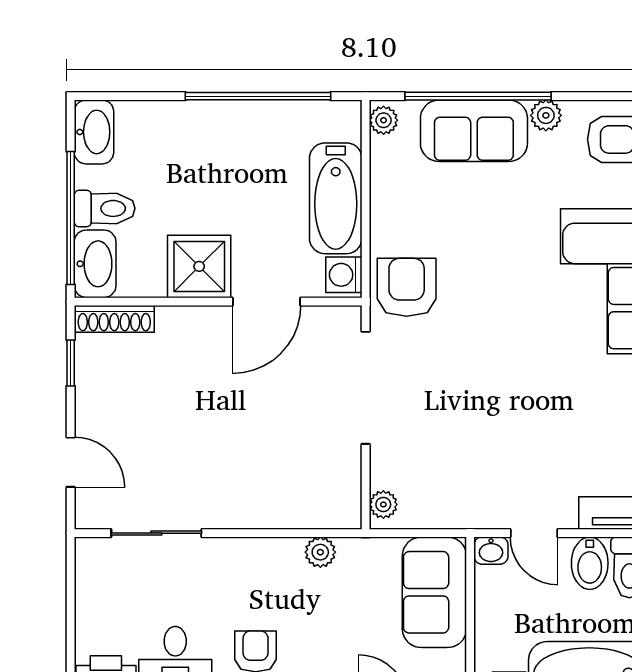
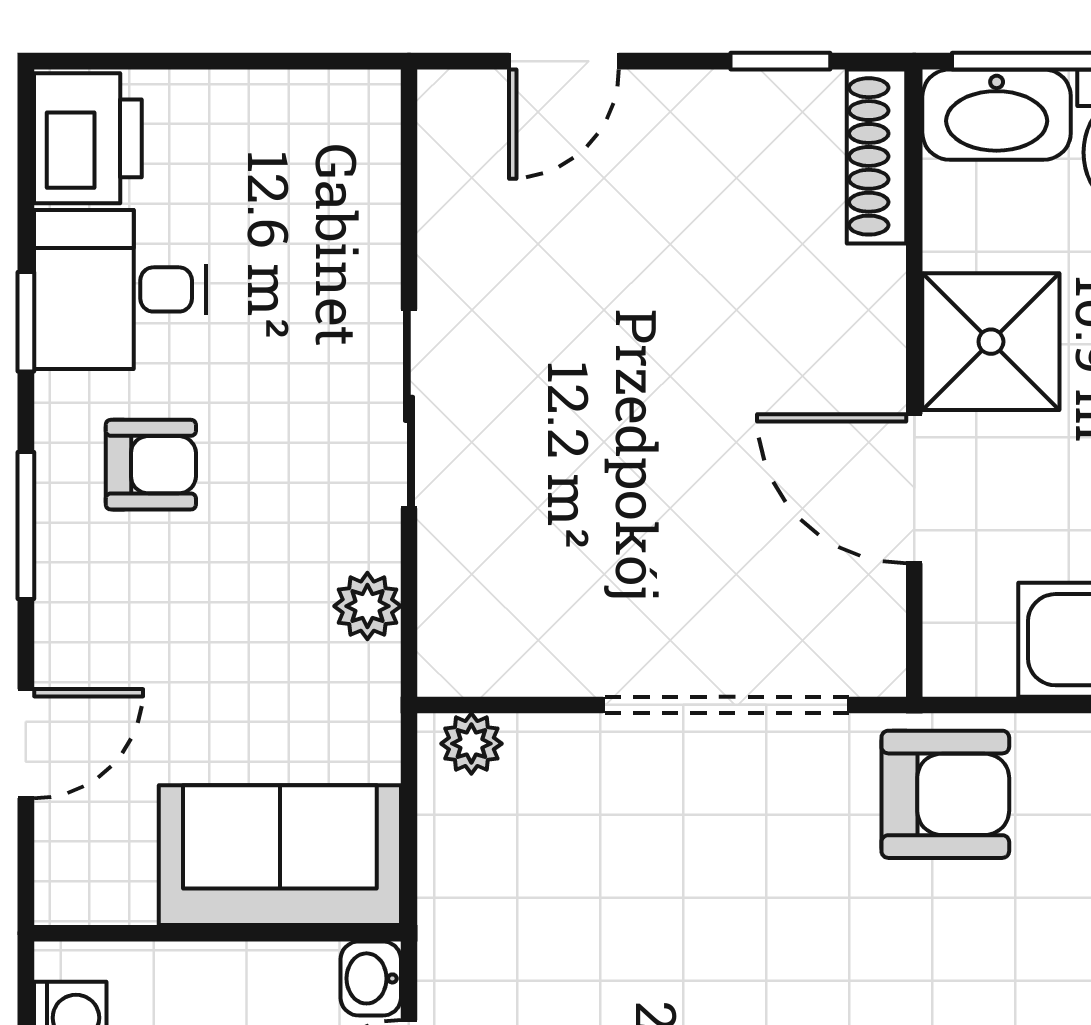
washing machine: (344, 275) -> (973, 658), removed
sliding door: (156, 533) -> (409, 409), moved

